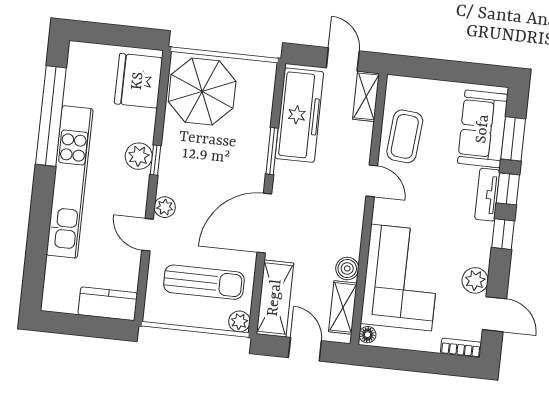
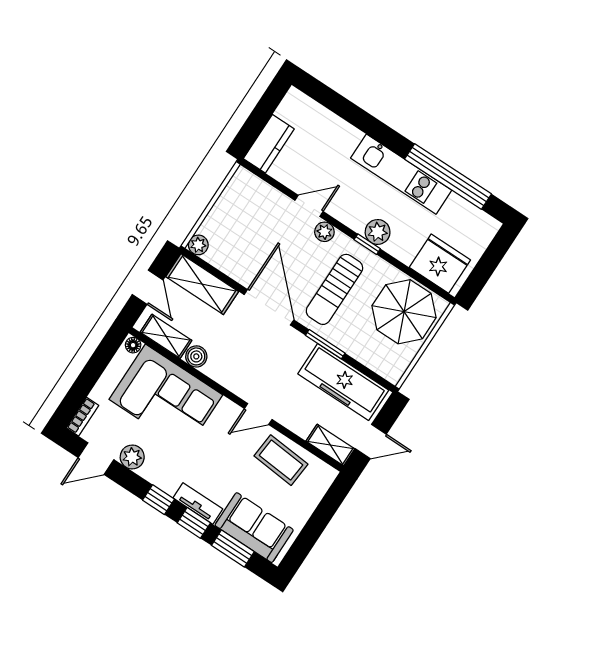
kitchen unit: (70, 182) -> (401, 174), width x0.73
sun lounger: (204, 282) -> (334, 289), moved
door: (305, 349) -> (148, 287), hinge flipped

